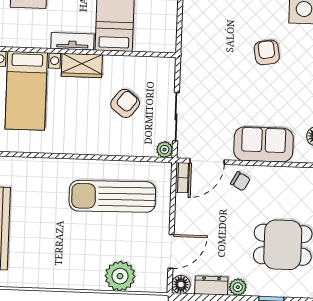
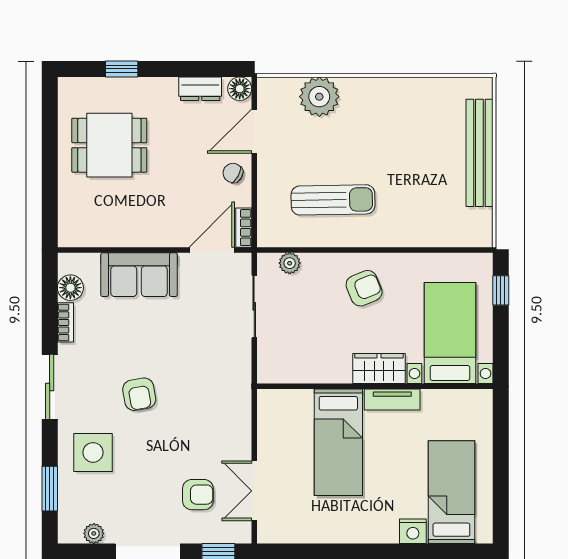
armchair: (125, 103) -> (364, 288), moved, turned -150
plant: (164, 150) -> (290, 263), moved
chair: (240, 181) -> (233, 173), moved
sun lounger: (112, 196) -> (333, 200), width x0.73, depth x0.75
plant: (238, 287) -> (166, 88), removed

